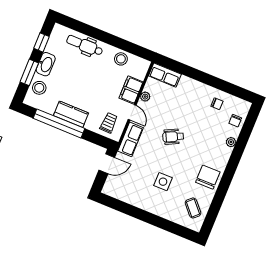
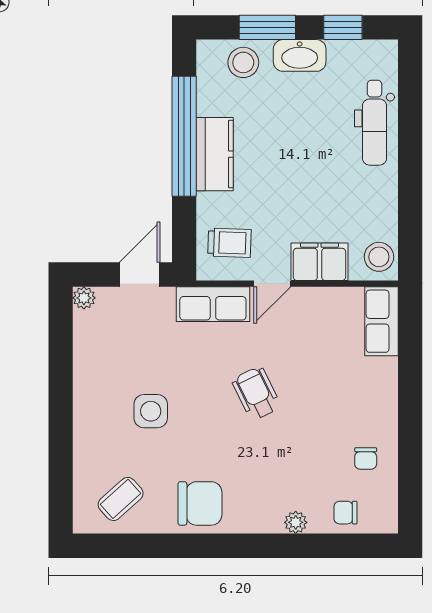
dental chair: (85, 45) -> (374, 123), turned 180
stool: (121, 59) -> (379, 257), moved
plant: (145, 97) -> (84, 298), moved
door: (107, 164) -> (140, 275), swing flipped

